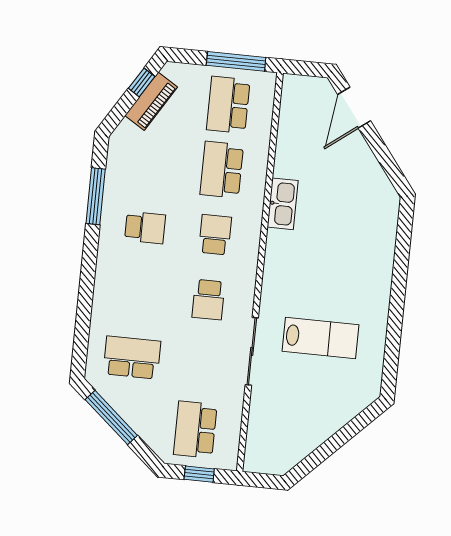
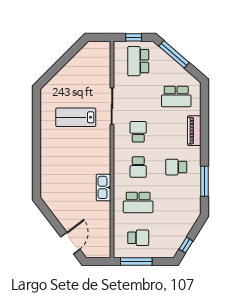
piano: (151, 101) -> (194, 131), moved, turned -32
school desk: (228, 105) -> (138, 238), width x0.54
school desk: (222, 170) -> (138, 202), turned 90
window: (111, 418) -> (174, 54), moved
school desk: (195, 430) -> (138, 61), turned 180

